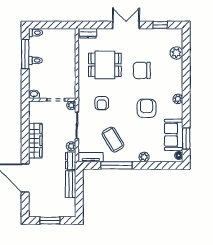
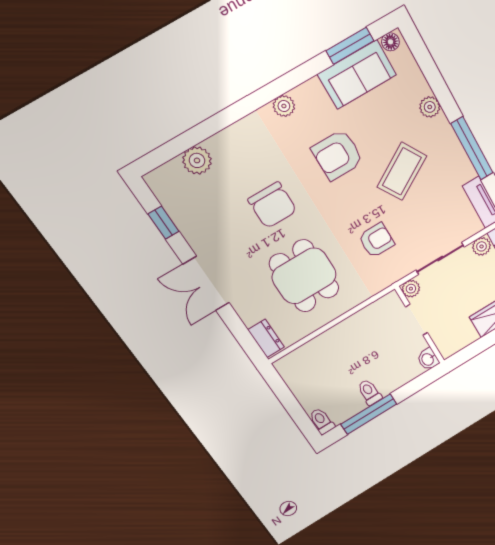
coffee table: (113, 140) -> (402, 171), moved

